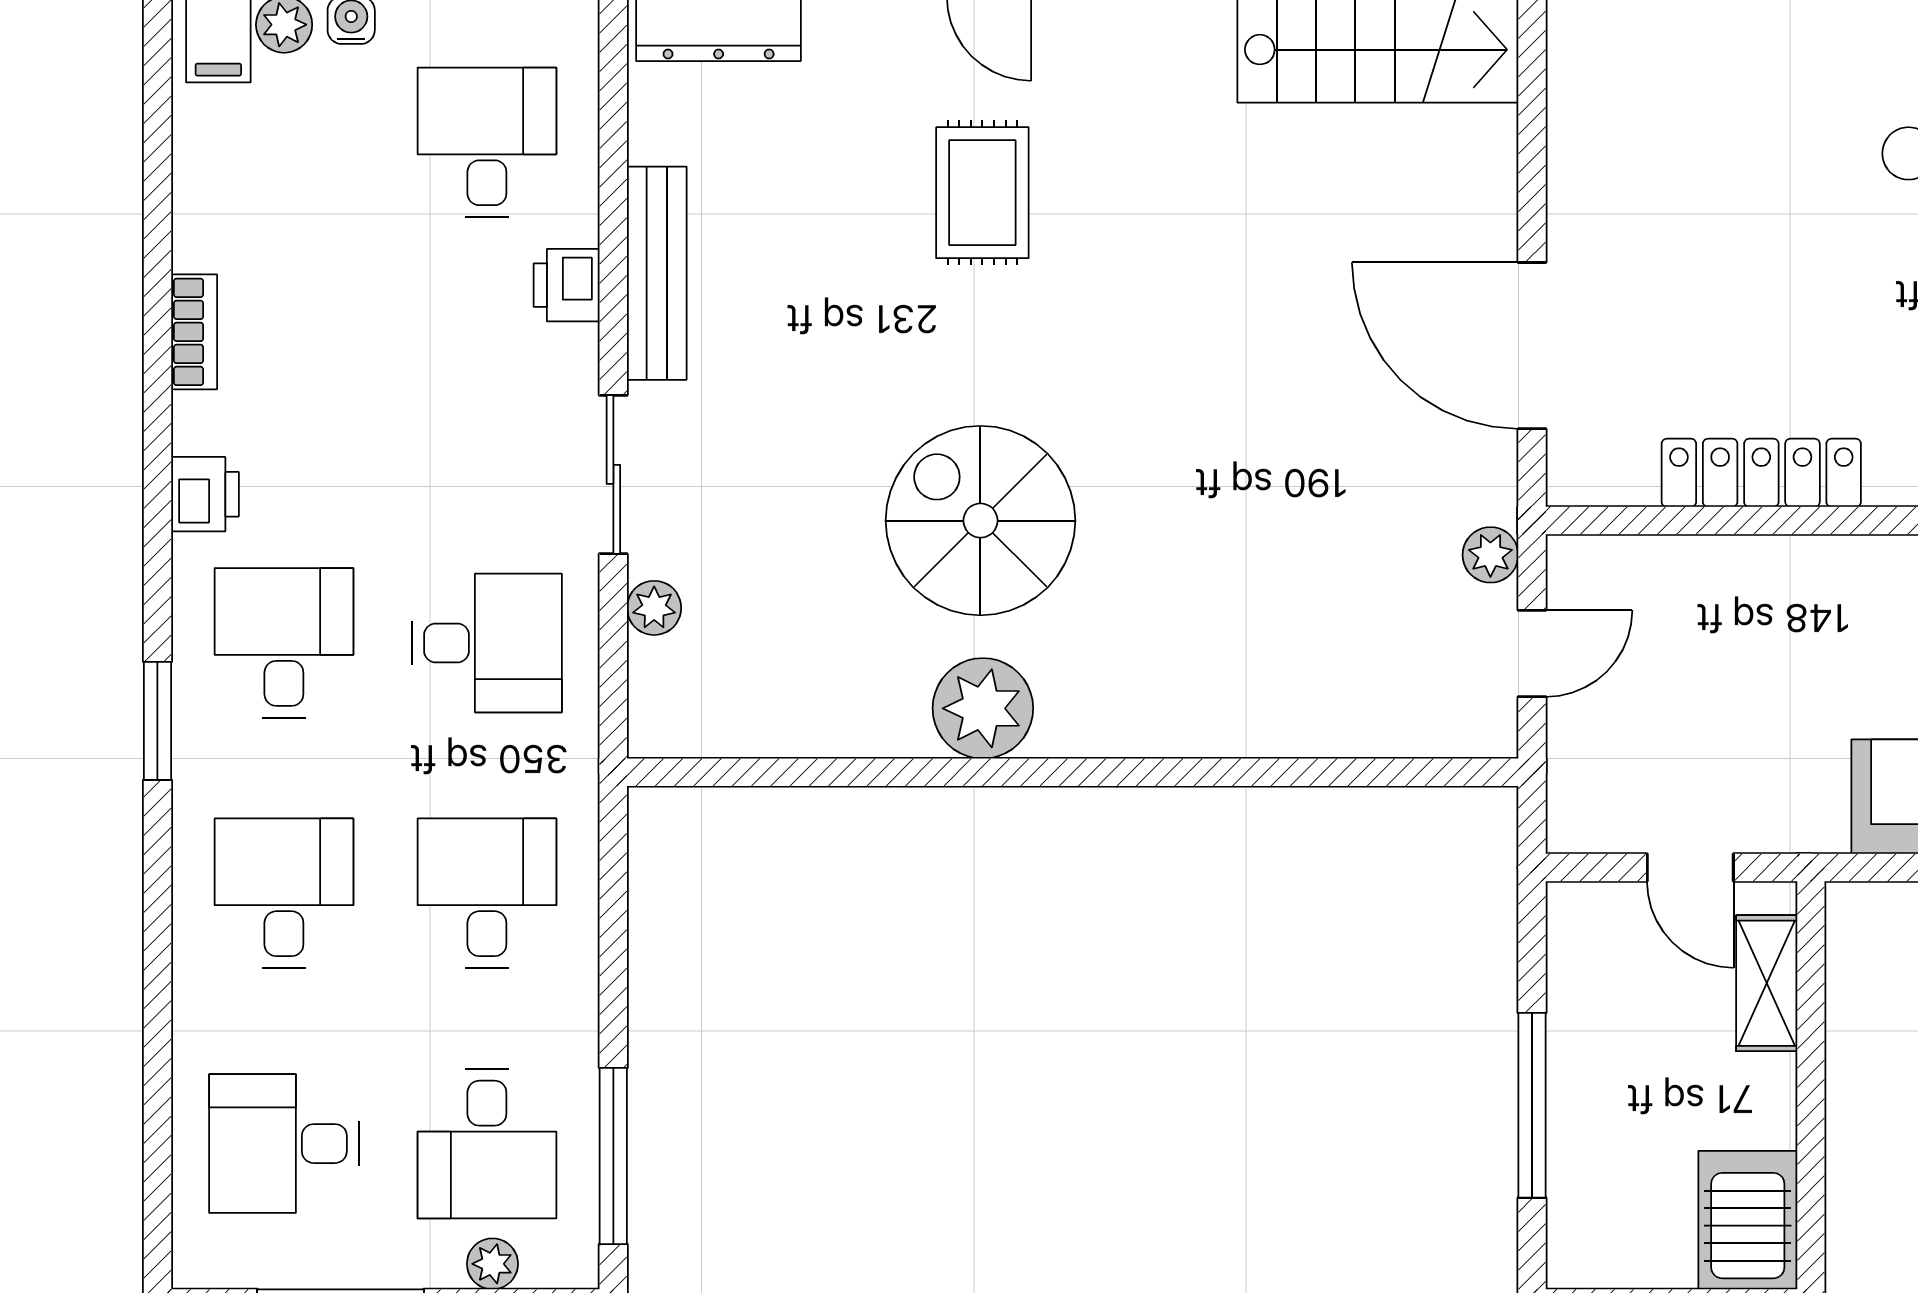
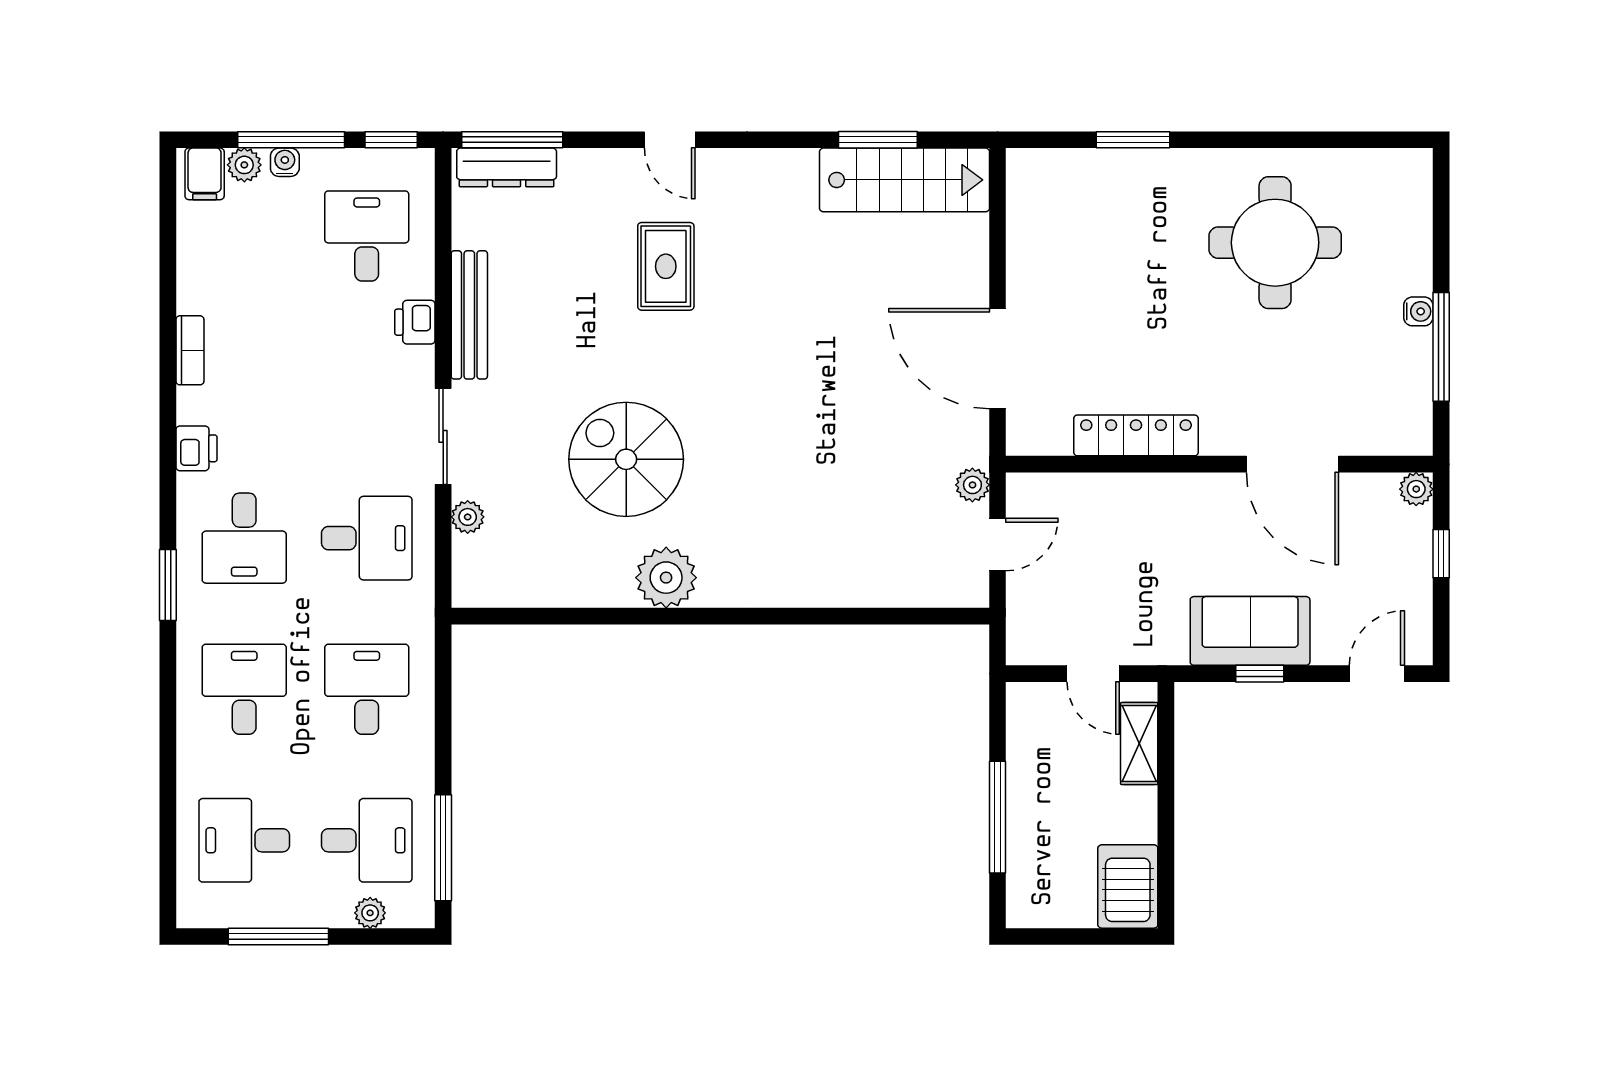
spiral stairs: (980, 521) -> (626, 459), moved
desk: (284, 643) -> (244, 538), turned 180
desk: (487, 1144) -> (367, 840), turned -90

